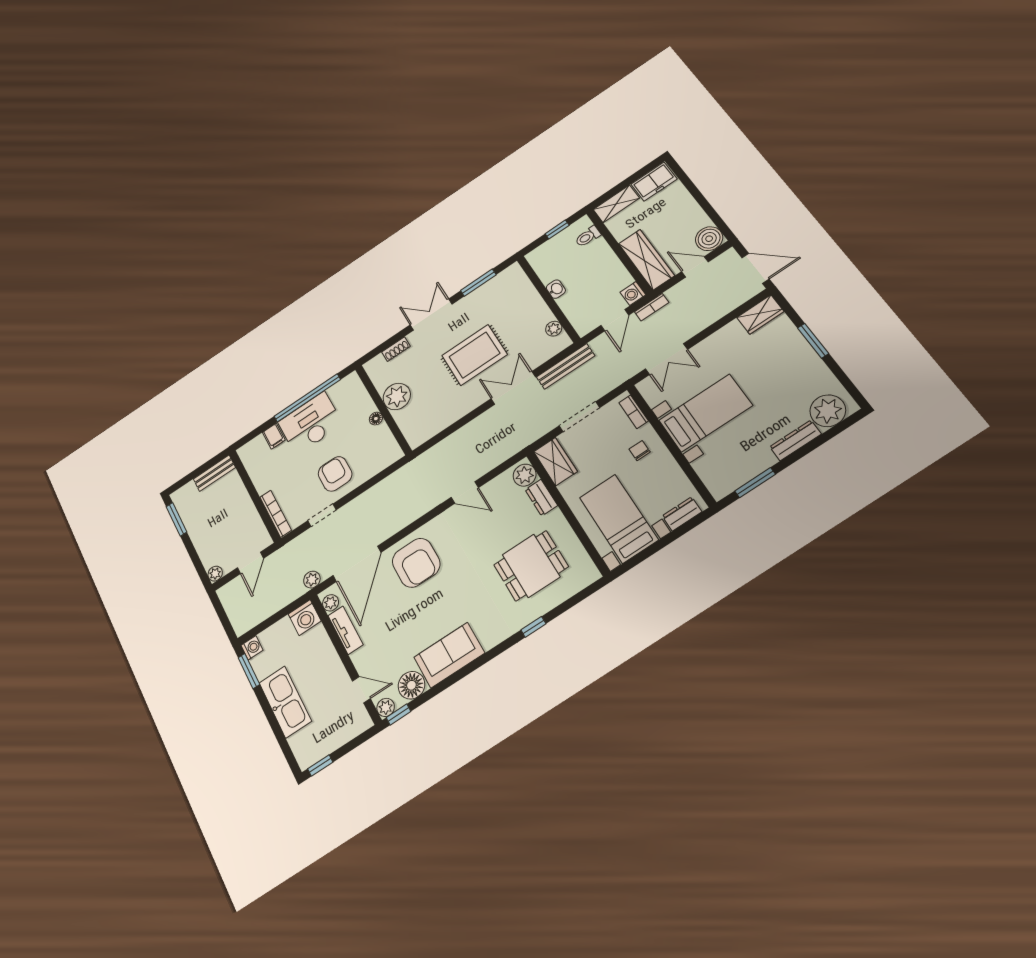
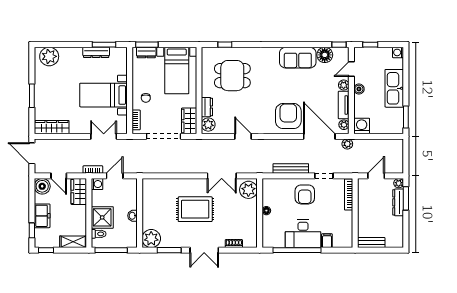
window: (647, 169) -> (46, 250), added
window: (684, 178) -> (32, 230), added
freezer: (654, 182) -> (42, 216), moved, turned 90
window: (557, 230) -> (111, 250), width x2.17
shower: (597, 259) -> (102, 217), added
wardrobe: (646, 260) -> (79, 191), width x0.67
wardrobe: (760, 314) -> (52, 127), width x1.50
plant: (554, 329) -> (151, 239), moved, width x1.87, depth x1.87
bench: (566, 366) -> (291, 168), moved
double door: (513, 388) -> (222, 176), moved
plant: (397, 396) -> (248, 190), moved
doorway: (579, 417) -> (163, 136), width x1.36
dresser: (795, 440) -> (96, 52), moved
window: (176, 519) -> (406, 198), moved
window: (689, 526) -> (147, 45), added
dresser: (204, 548) -> (398, 202), added
door: (357, 564) -> (319, 136), hinge flipped
window: (533, 627) -> (225, 45), moved
washing machine: (252, 648) -> (398, 52), moved
boiler: (335, 668) -> (359, 89), added
door: (361, 690) -> (351, 69), hinge flipped
plant: (386, 707) -> (344, 85), moved
window: (320, 765) -> (370, 45), moved

